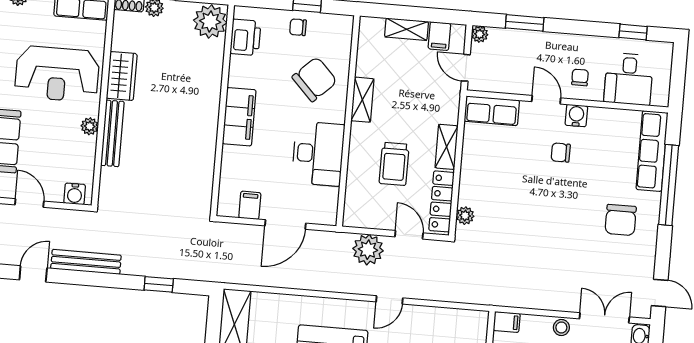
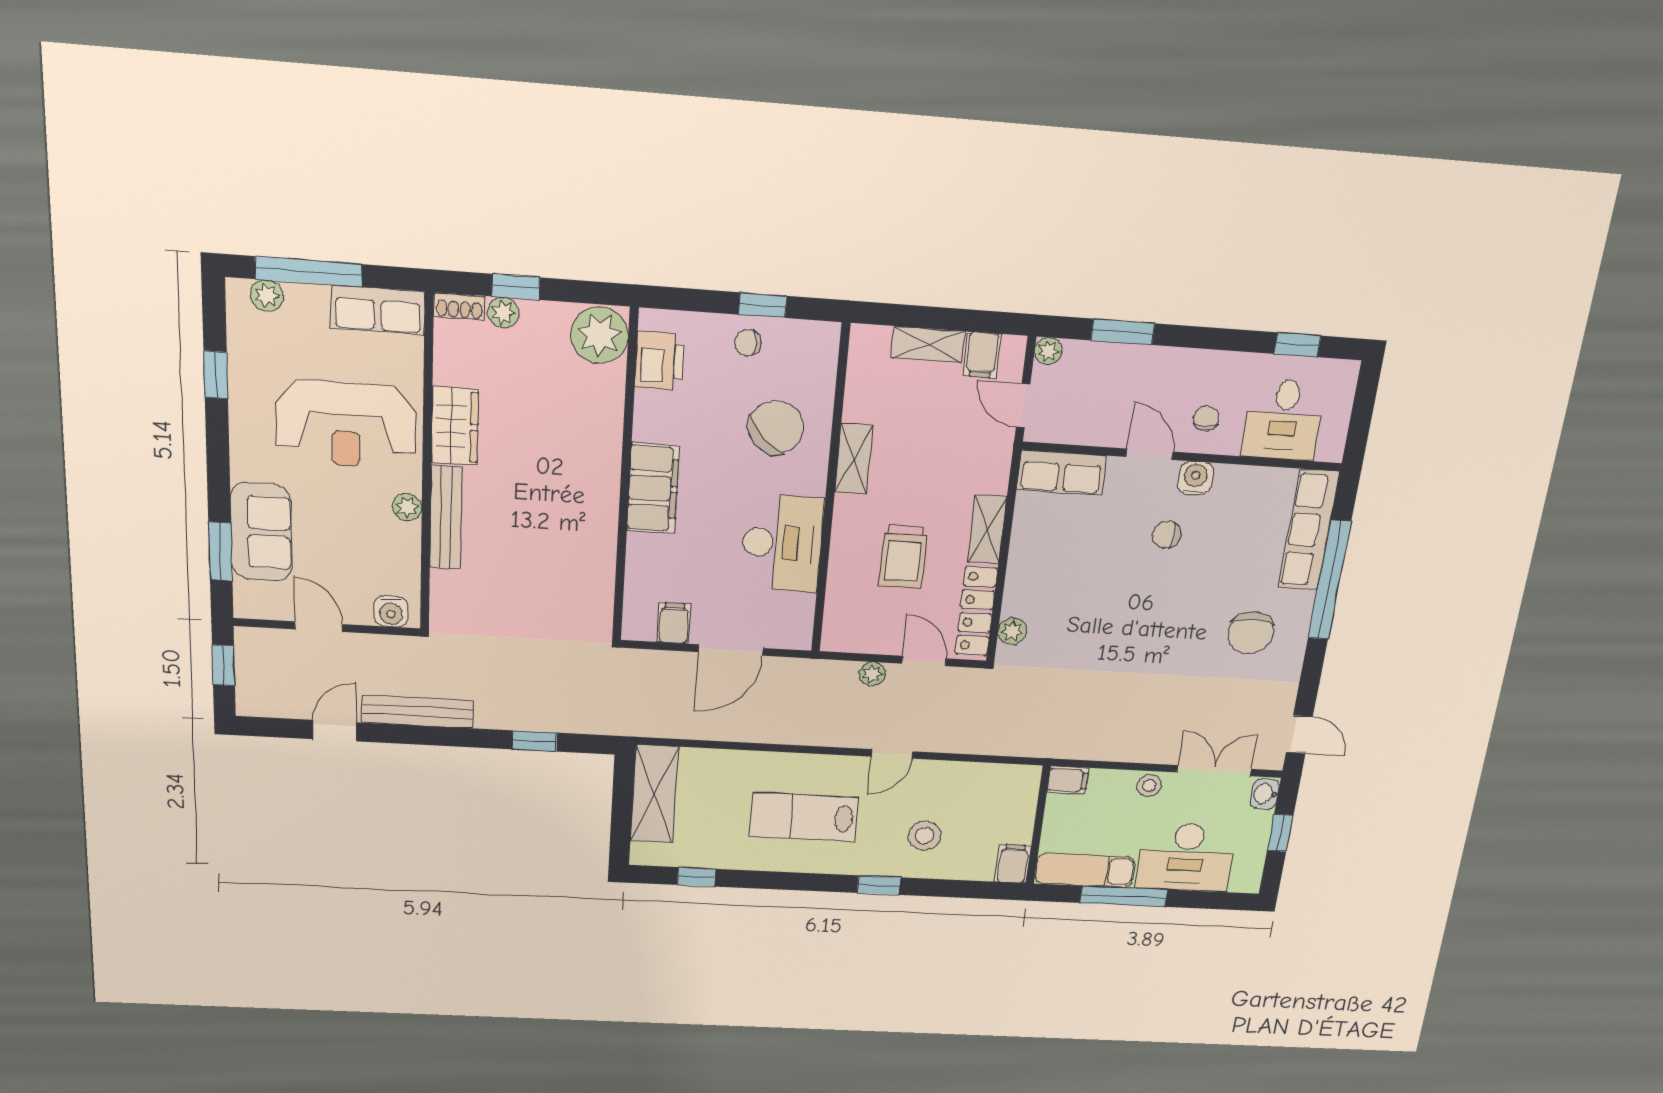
plant: (368, 250) -> (872, 674), width x0.53, depth x0.53

